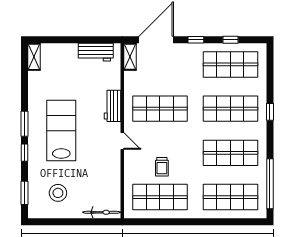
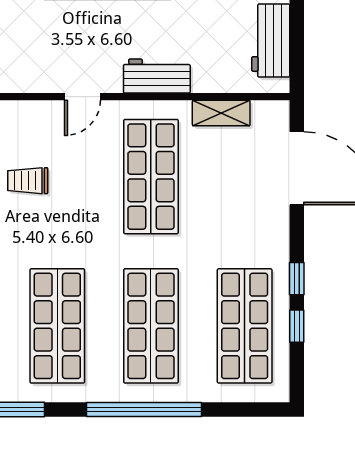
window: (196, 40) -> (297, 279), moved
shelving: (130, 57) -> (221, 113), moved
window: (270, 112) -> (144, 410), width x3.17

